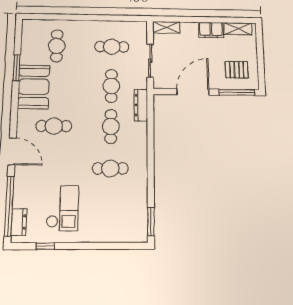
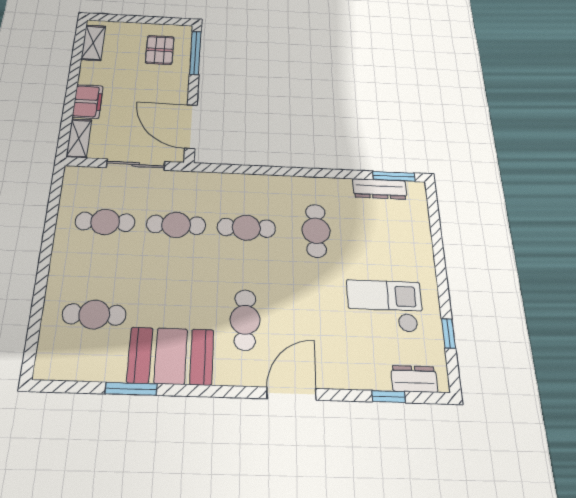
filing cabinet: (211, 30) -> (88, 101), moved
cafe table: (112, 47) -> (105, 222), turned 90
door: (193, 92) -> (191, 127), moved
dresser: (141, 105) -> (380, 189), moved
window: (9, 206) -> (389, 397), width x0.32

